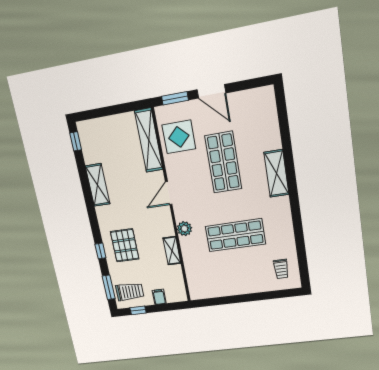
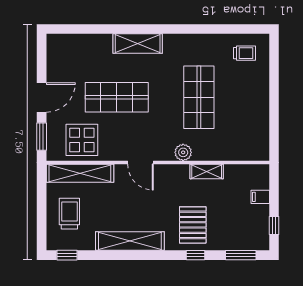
shelving: (98, 185) -> (130, 241), width x1.47
pallet: (125, 245) -> (193, 225), turned 90
trolley: (130, 292) -> (69, 214), moved

